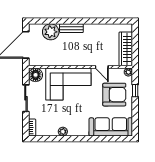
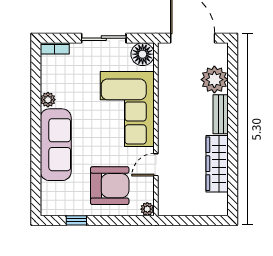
wardrobe: (126, 49) -> (217, 164), moved, turned -90
window: (135, 91) -> (76, 220), moved
armchair: (114, 95) -> (110, 186), turned -90
sofa: (111, 127) -> (56, 145), moved

